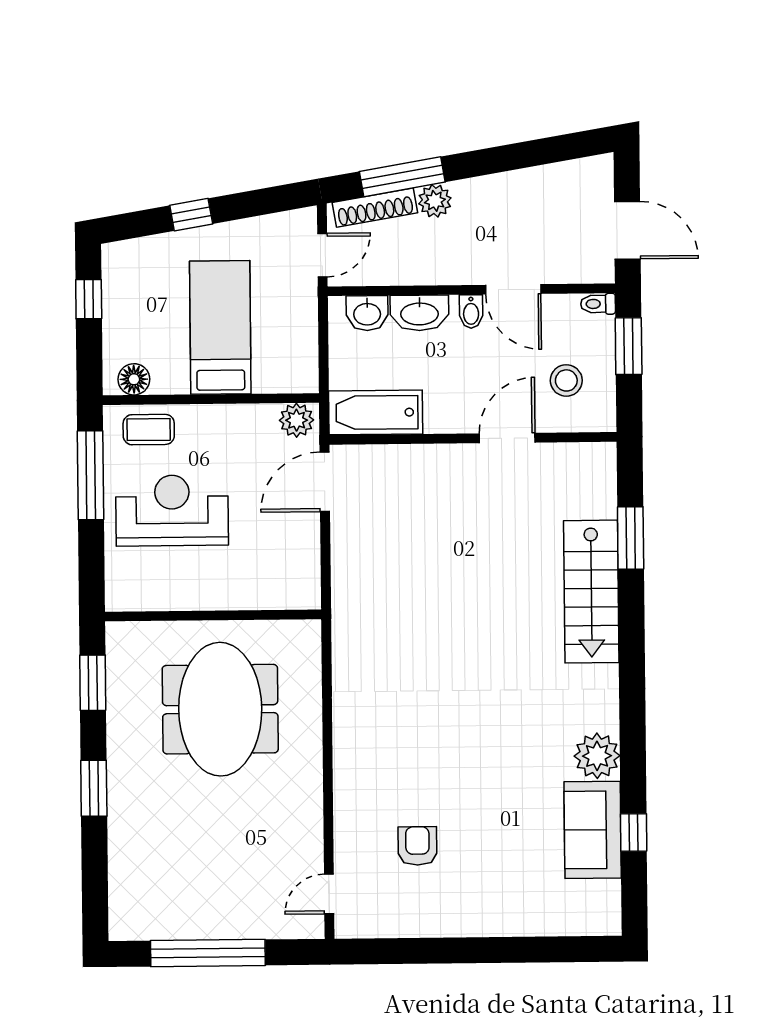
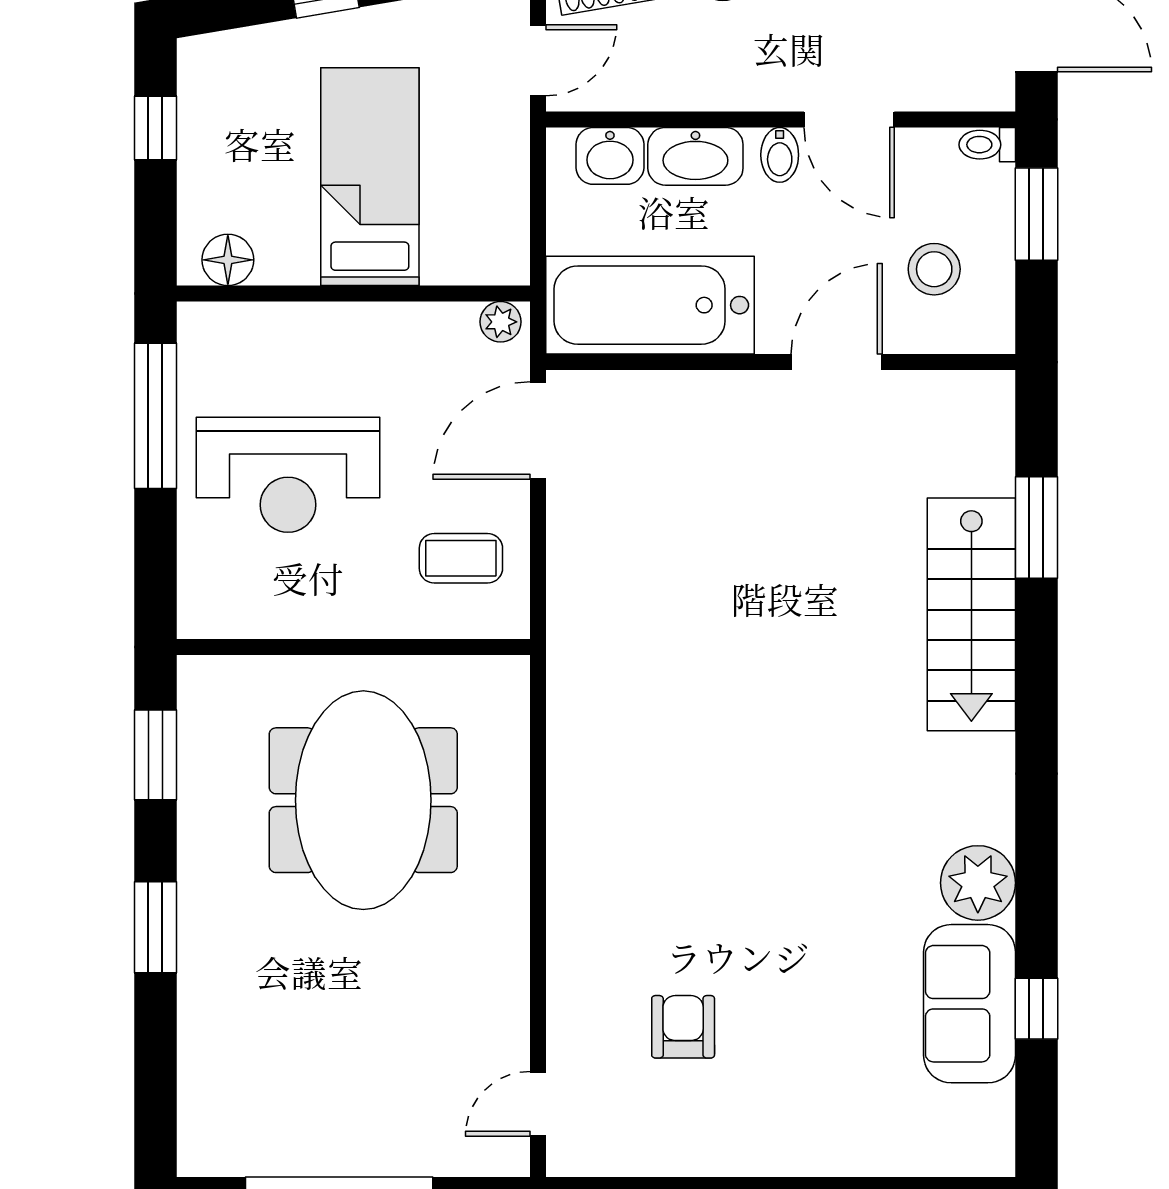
bathtub: (376, 412) -> (650, 305), width x1.36, depth x1.36
plant: (297, 420) -> (501, 322), width x0.73, depth x0.73
coffee table: (149, 430) -> (461, 558), moved
reception desk: (172, 510) -> (288, 475), turned 180

